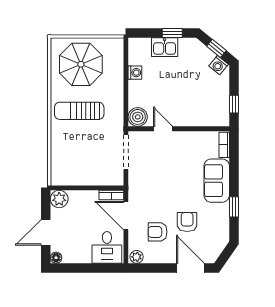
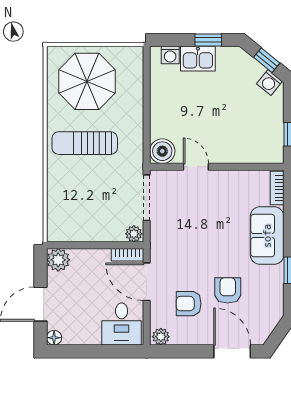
washing machine: (135, 73) -> (170, 55), moved, turned 90
plant: (116, 179) -> (134, 234), added

